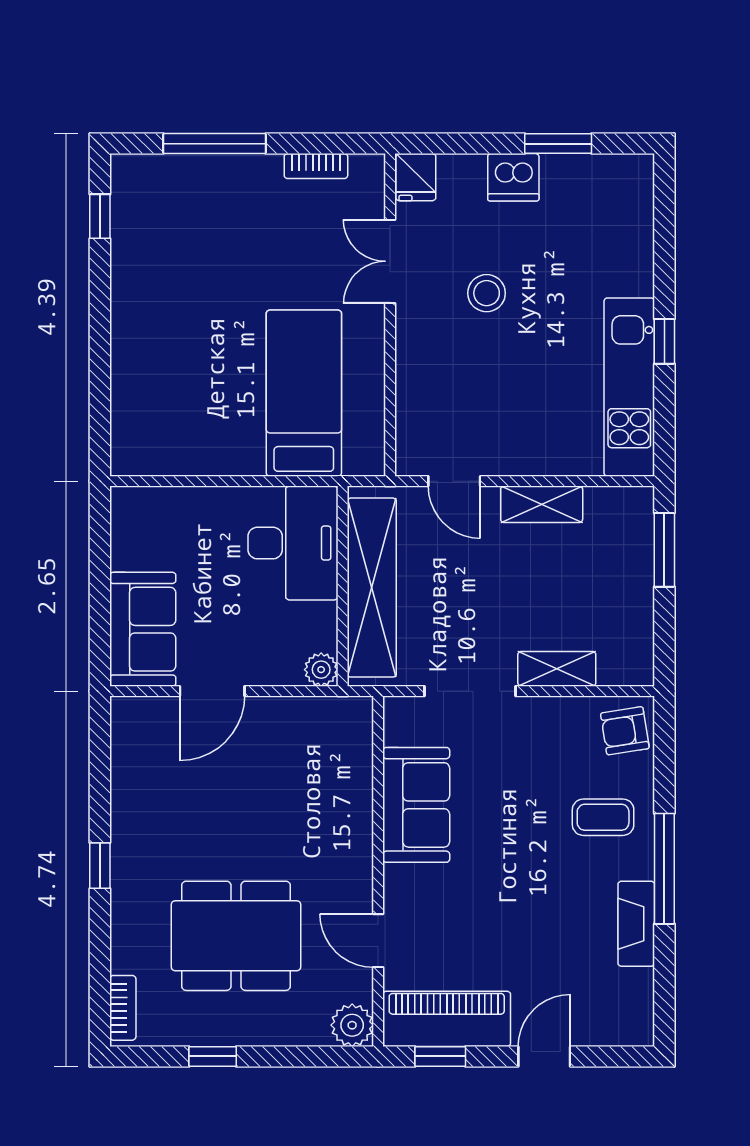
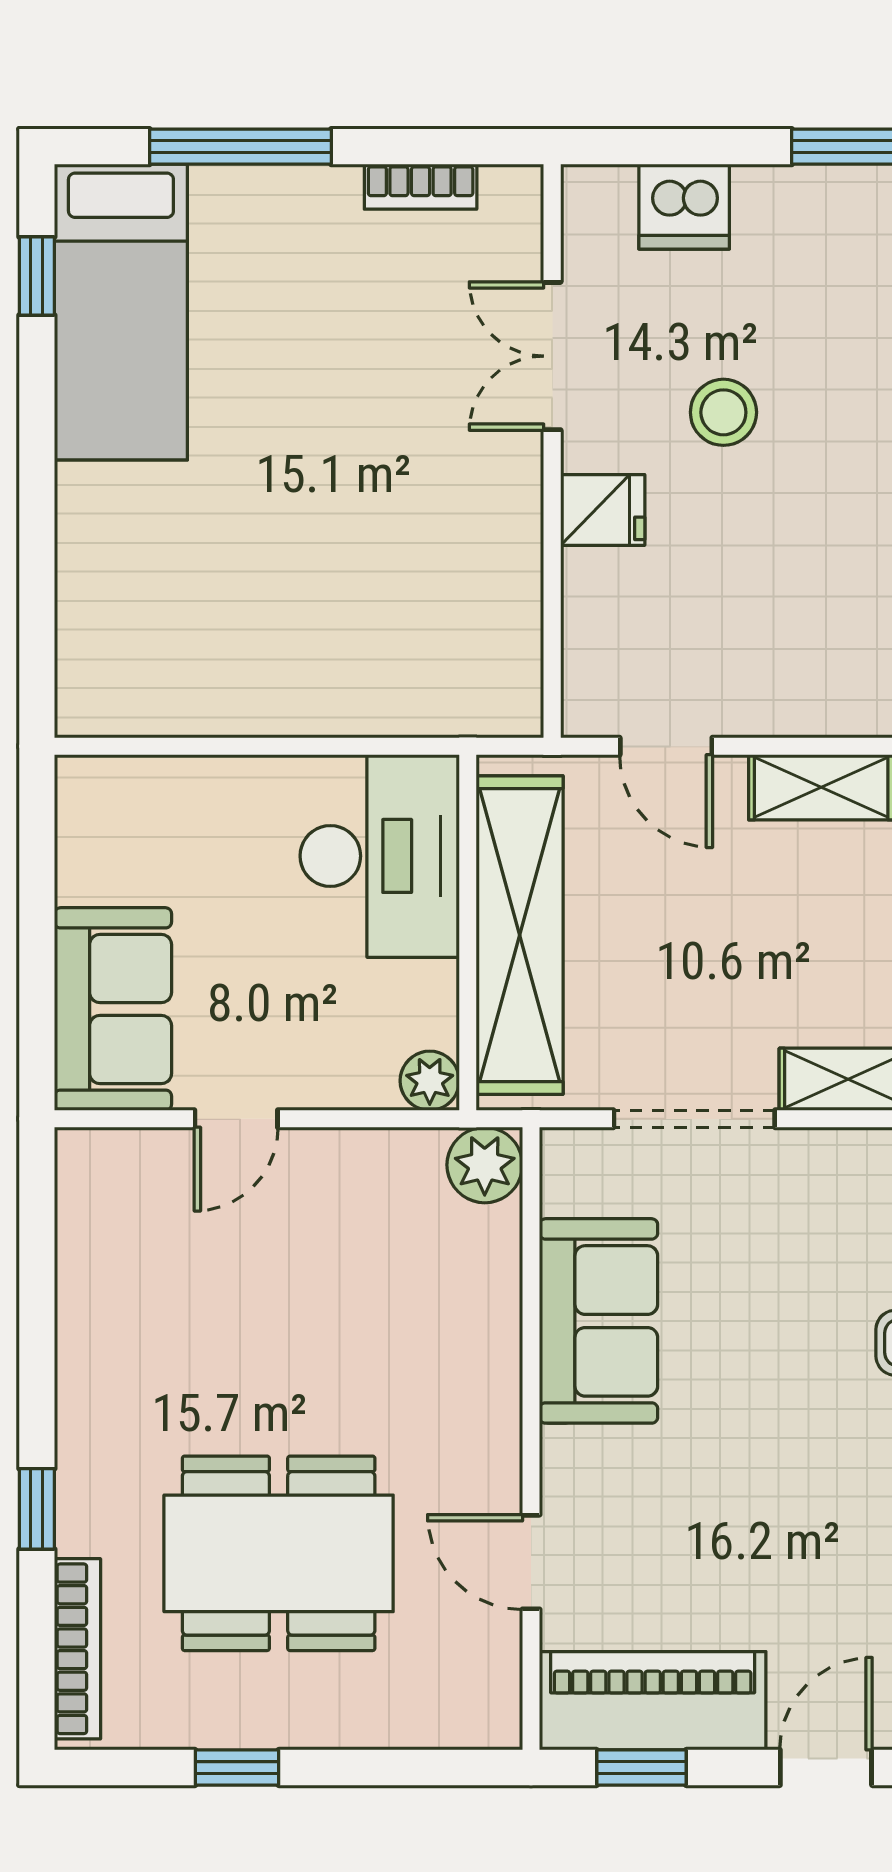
fridge: (416, 177) -> (603, 510), moved, turned -90
dishwasher: (513, 177) -> (684, 207), moved
bed: (304, 393) -> (121, 312), moved, turned 180
door: (212, 691) -> (236, 1119), width x0.73
window: (100, 866) -> (37, 1509), moved
bookcase: (123, 1008) -> (78, 1649), width x1.56
plant: (352, 1025) -> (485, 1165), moved

